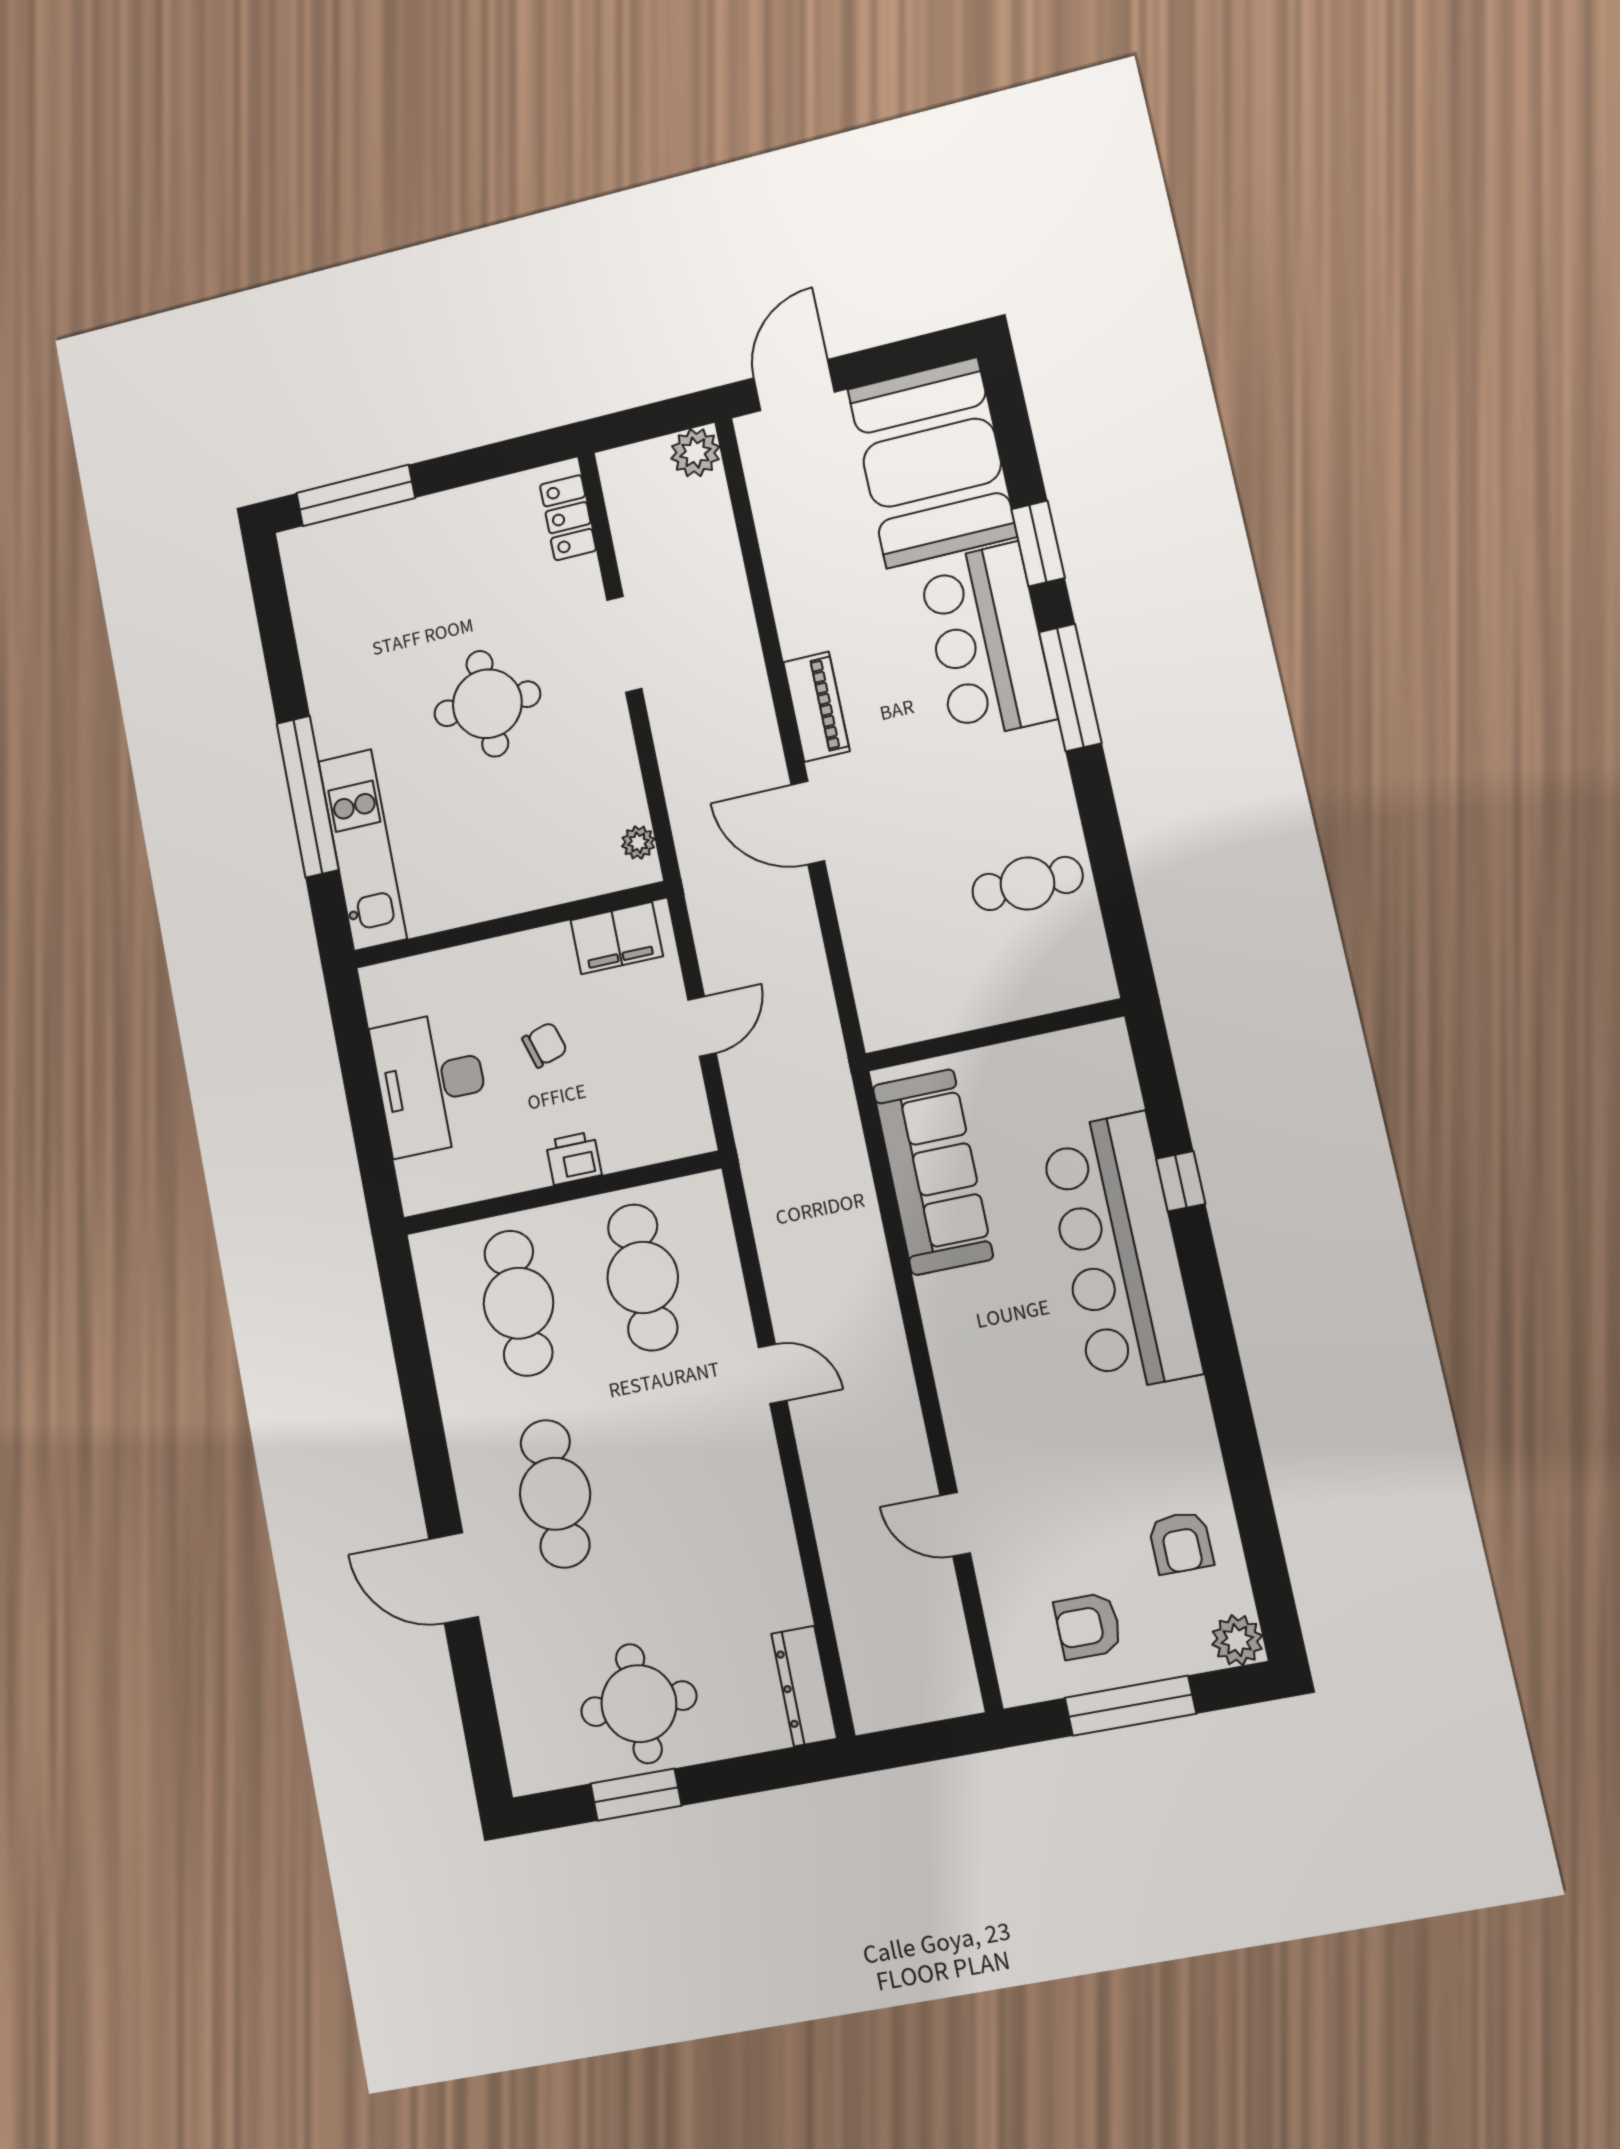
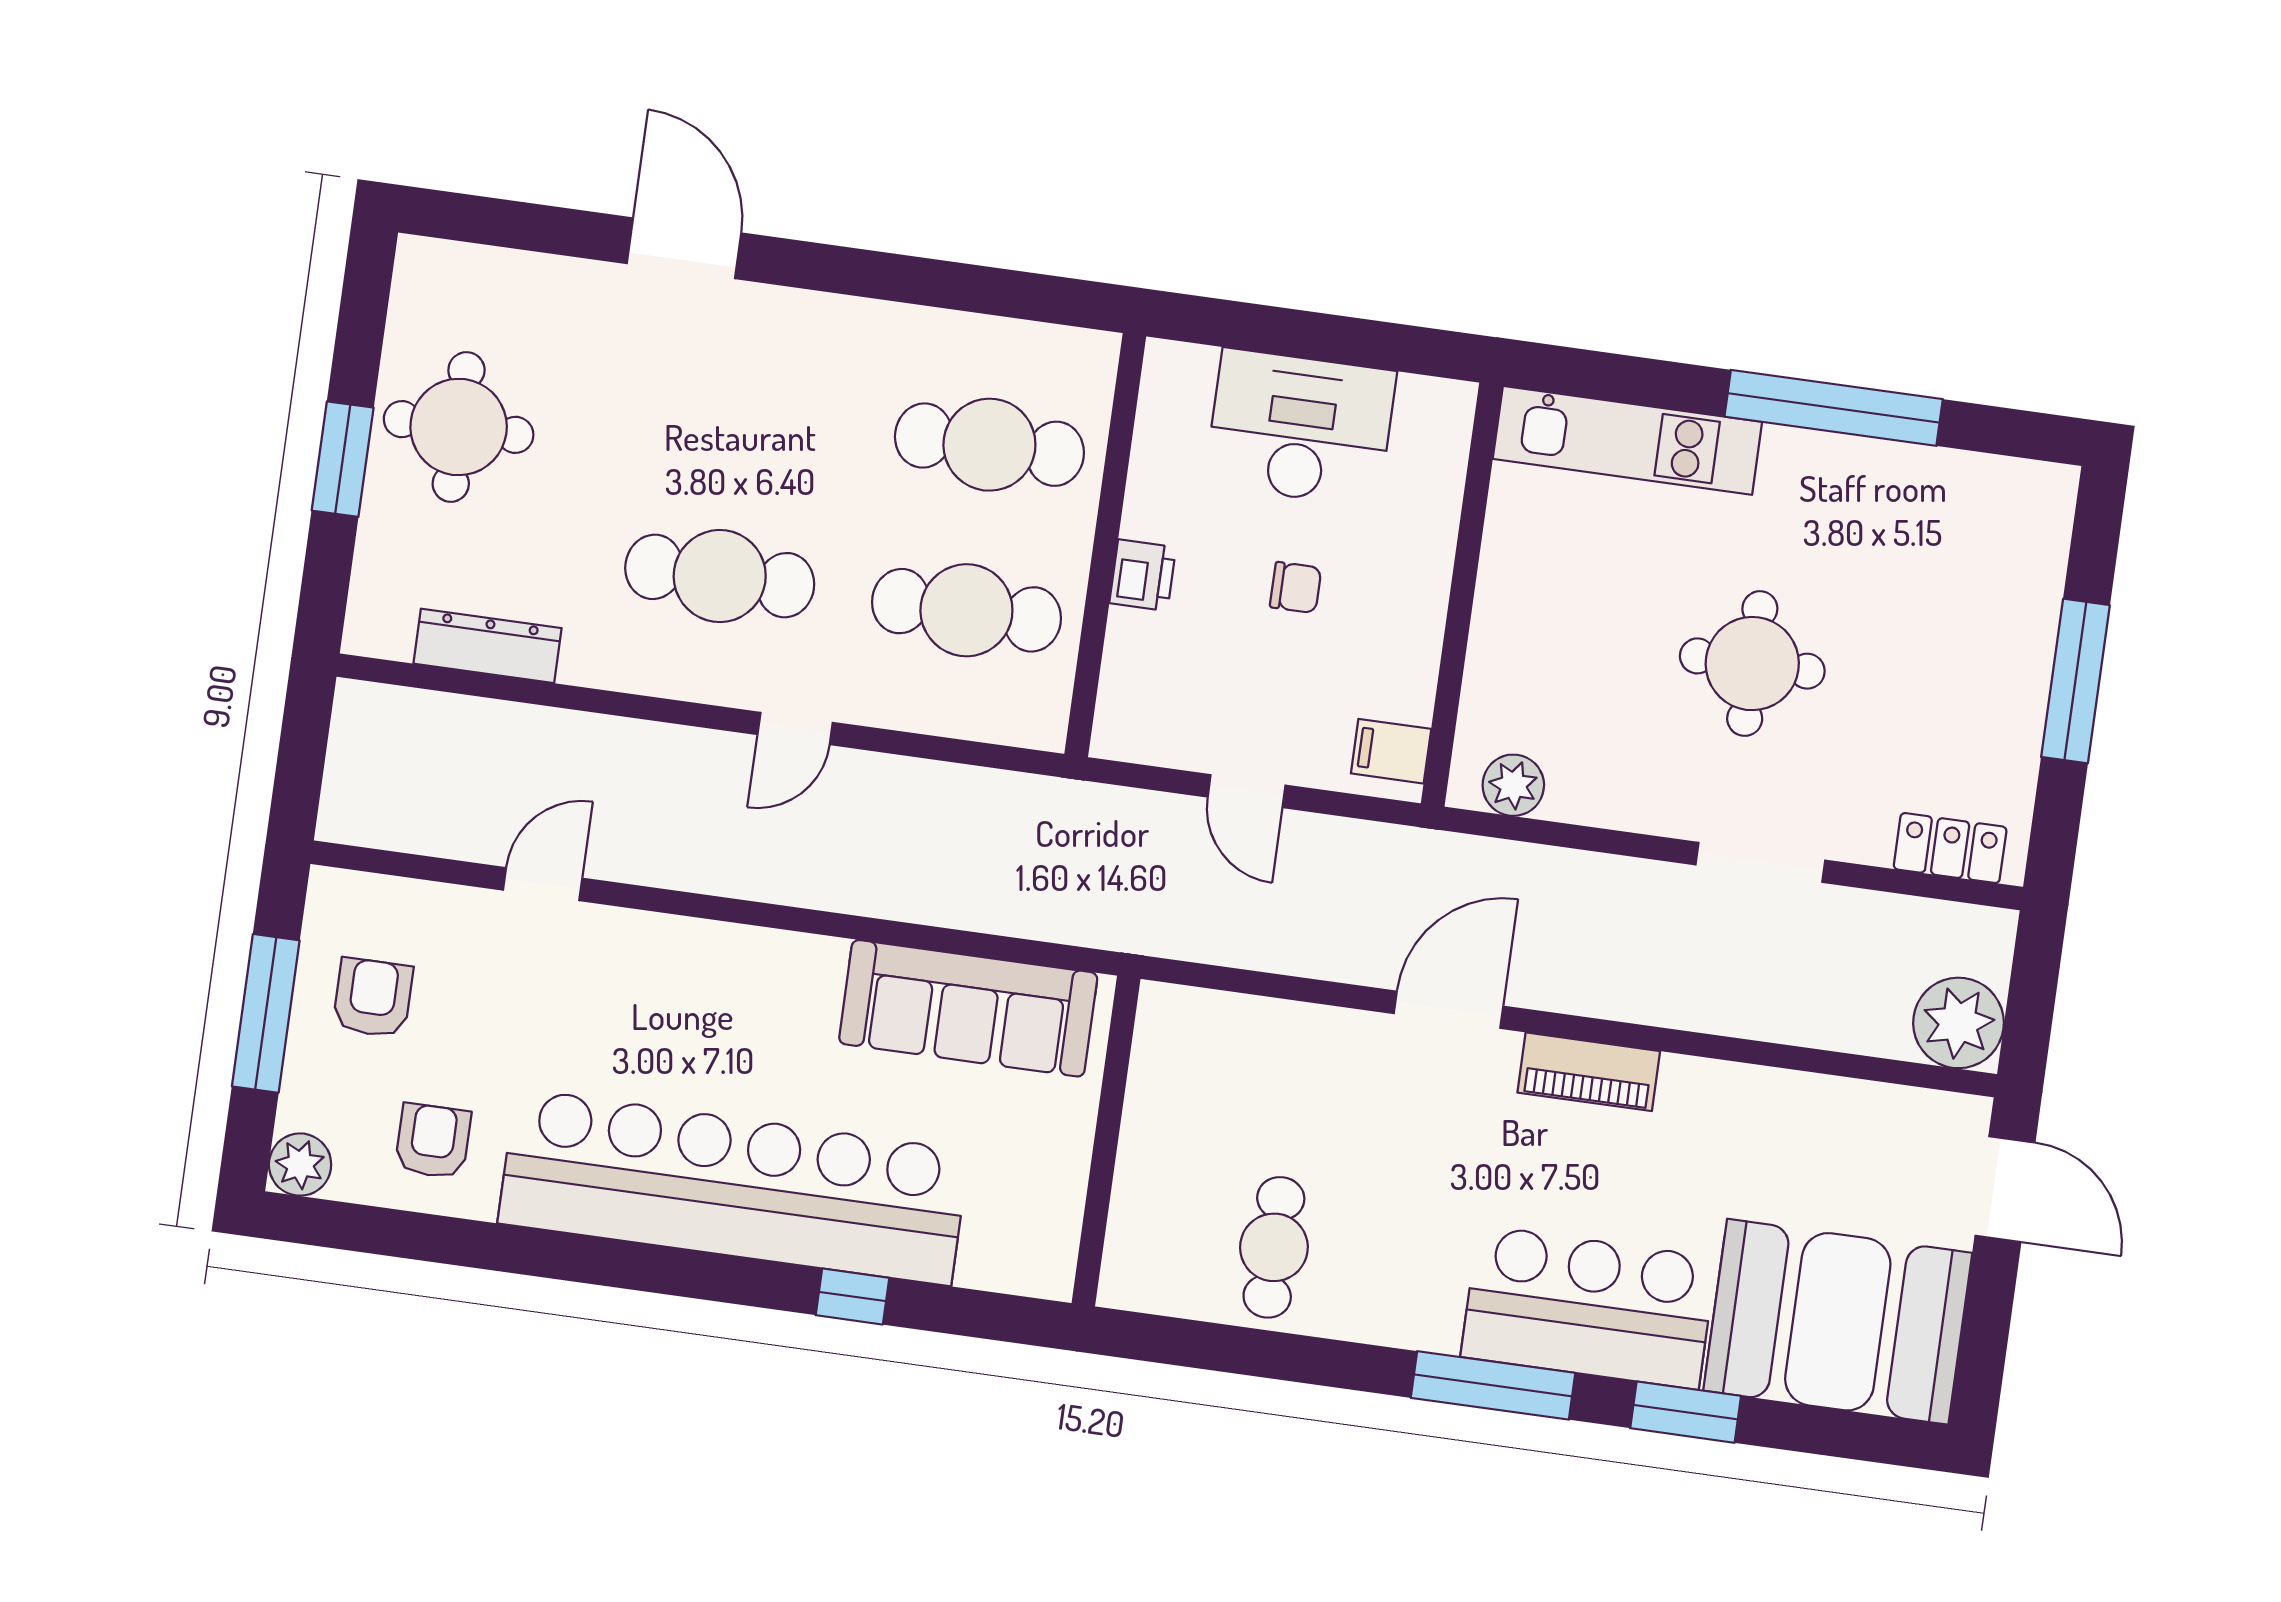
plant: (695, 453) -> (1958, 1023), width x1.36, depth x1.36
window: (356, 495) -> (2075, 681), moved
window: (308, 797) -> (1834, 408), moved
plant: (638, 843) -> (1513, 785), width x1.38, depth x1.38
filing cabinet: (617, 938) -> (1391, 751), width x0.50
chair: (545, 1045) -> (1296, 588), turned -73
bar counter: (1120, 1252) -> (733, 1187), width x1.36
cafe table: (555, 1494) -> (720, 576), moved
armchair: (1181, 1543) -> (433, 1141), turned 90
door: (454, 1578) -> (684, 248), hinge flipped
dresser: (804, 1686) -> (487, 646), moved
window: (636, 1795) -> (343, 459), moved

